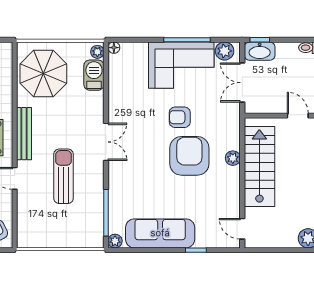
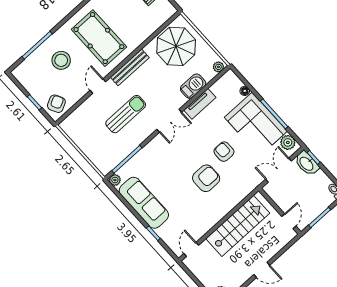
floor lamp: (114, 48) -> (245, 91), moved
barbecue: (94, 75) -> (193, 86), moved
tv unit: (116, 100) -> (200, 104), added
armchair: (189, 156) -> (206, 178), width x0.73, depth x0.73
plant: (233, 158) -> (228, 205), removed

